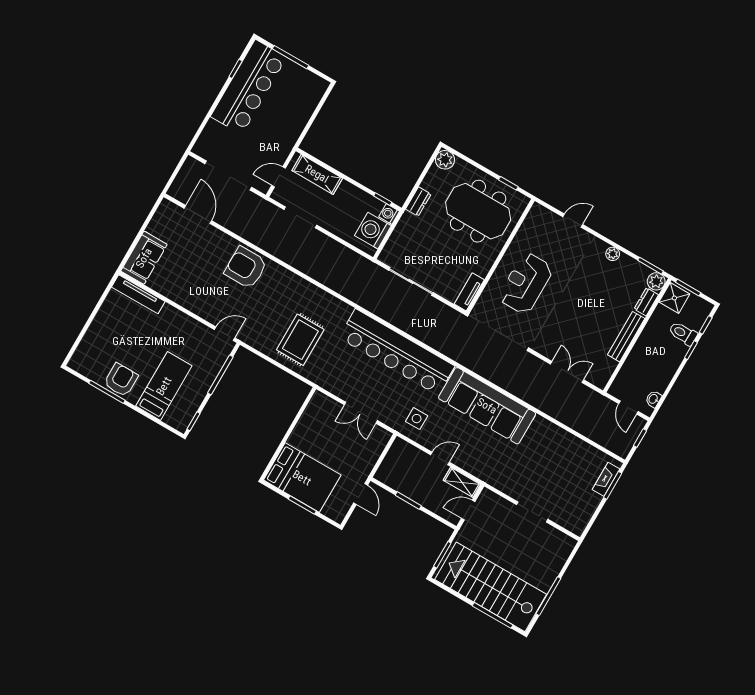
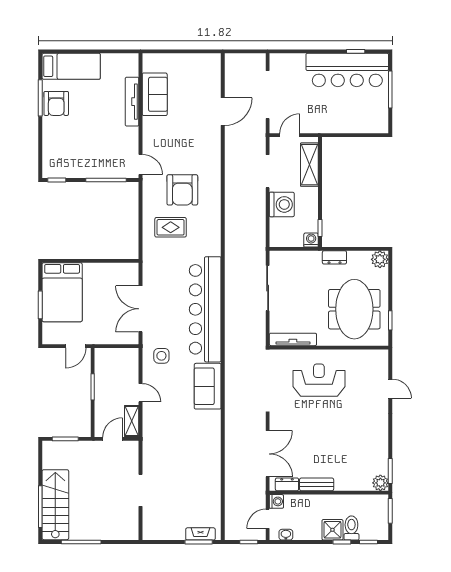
door: (279, 177) -> (290, 135), hinge flipped
door: (198, 214) -> (223, 112), moved
washing machine: (373, 231) -> (282, 204), moved, turned 90
plant: (613, 254) -> (382, 436), removed
sofa: (144, 258) -> (155, 94), moved, turned -90
armchair: (246, 268) -> (182, 190), moved, turned 180
tv unit: (469, 292) -> (293, 339), width x1.41
tv unit: (138, 294) -> (132, 102), moved
shower: (674, 298) -> (332, 530), moved
dresser: (646, 302) -> (287, 484), moved
bench: (626, 337) -> (317, 484), width x0.73
rug: (300, 340) -> (171, 227), width x0.73, depth x0.70
double door: (567, 372) -> (268, 454), width x1.37
armchair: (121, 380) -> (56, 103), turned 90
bed: (164, 386) -> (71, 66), moved
washing machine: (617, 390) -> (276, 501), added
sofa: (487, 406) -> (208, 386), width x0.54, depth x0.79
double door: (361, 413) -> (141, 309), width x1.37
door: (468, 510) -> (113, 439), hinge flipped
stairs: (491, 587) -> (55, 505), width x0.73, depth x0.66

